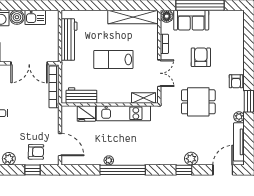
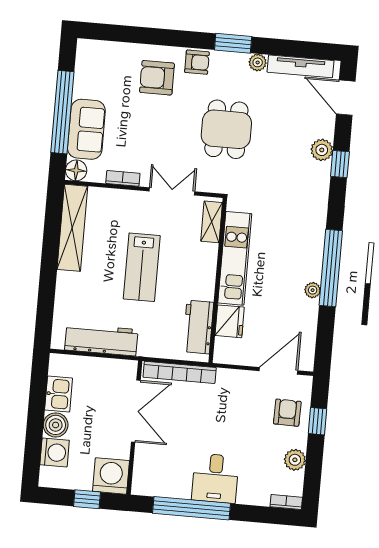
armchair: (201, 57) -> (157, 78), moved

